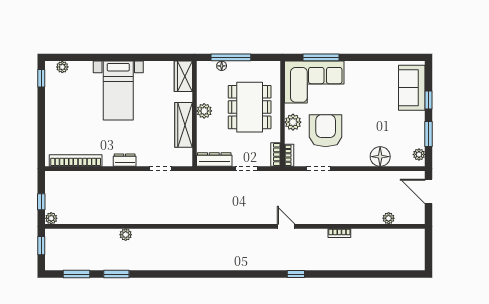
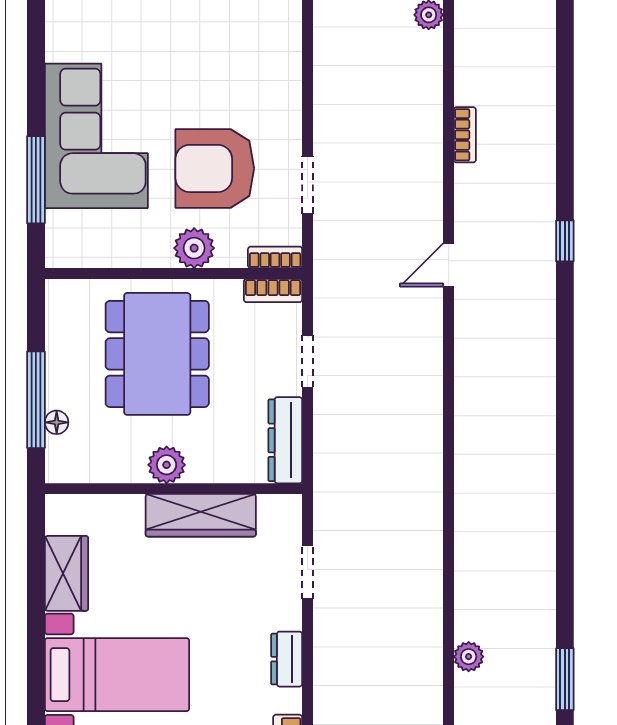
wardrobe: (183, 76) -> (66, 573), moved, turned -90
corner sofa: (314, 82) -> (96, 136), moved
dining table: (250, 107) -> (157, 354), turned 90
floor lamp: (380, 157) -> (278, 35), removed

